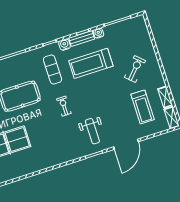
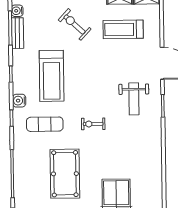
water cooler: (98, 33) -> (17, 11), moved
bench: (82, 39) -> (17, 33), moved
treadmill: (143, 107) -> (123, 29), turned 180
weight bench: (92, 131) -> (134, 99), turned 90

